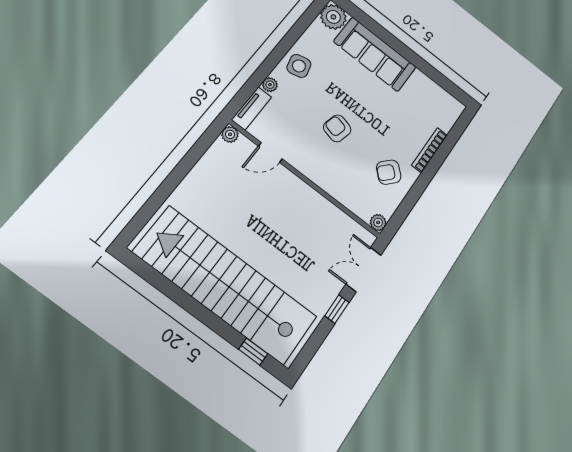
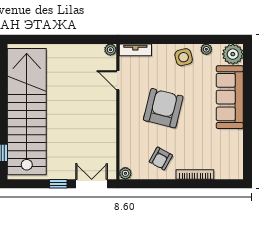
plant: (270, 85) -> (206, 49), moved
armchair: (337, 128) -> (163, 108), width x1.88, depth x1.88
armchair: (389, 172) -> (161, 159), turned -104

